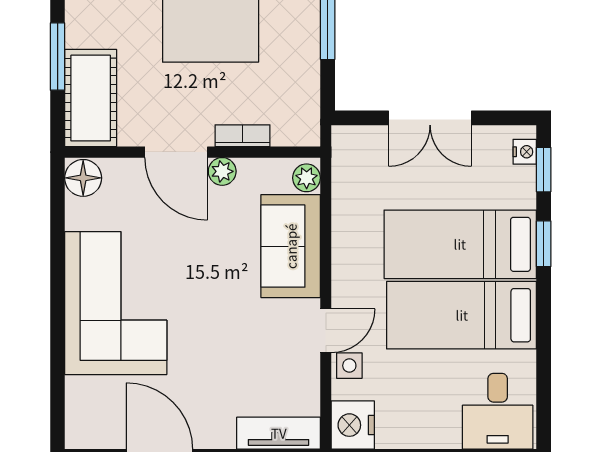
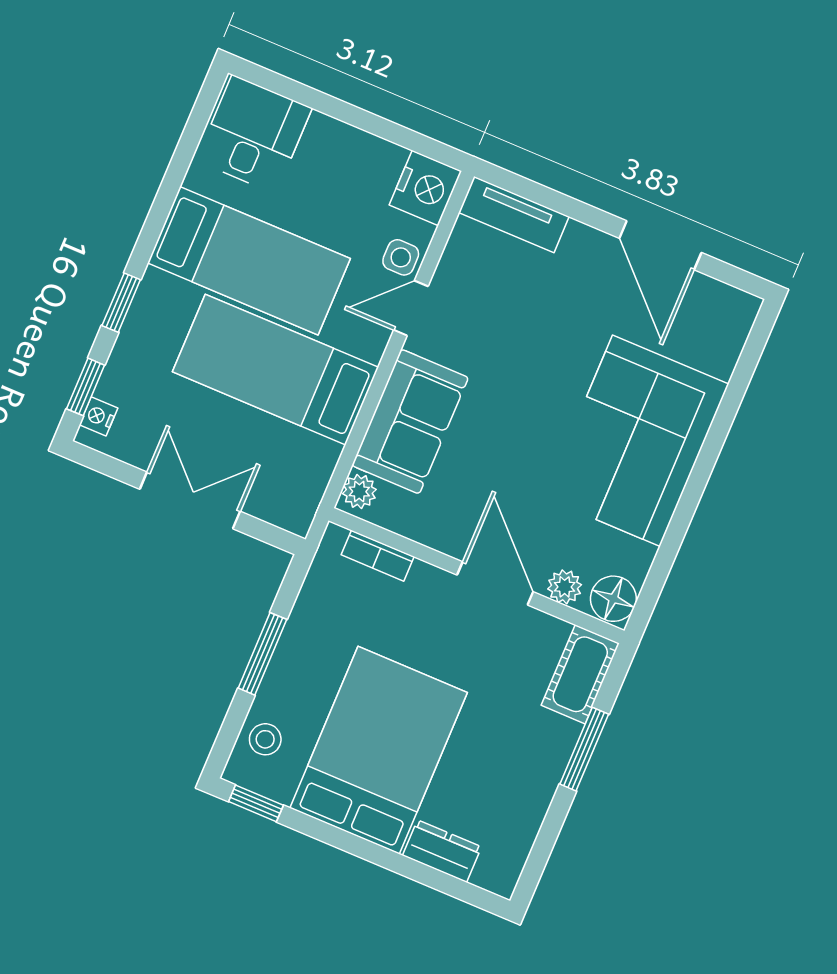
cot: (91, 98) -> (580, 674), width x0.73, depth x0.75
bookcase: (242, 136) -> (378, 556), moved
plant: (222, 171) -> (565, 587), moved
bed: (460, 244) -> (276, 370), moved, turned 180

